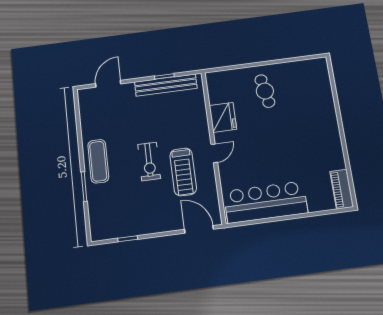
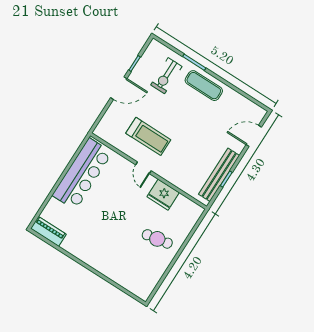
door: (108, 84) -> (254, 136), swing flipped
exercise bike: (149, 161) -> (166, 76), moved, turned -90
treadmill: (183, 172) -> (148, 136), turned 180
door: (199, 229) -> (119, 88), moved

